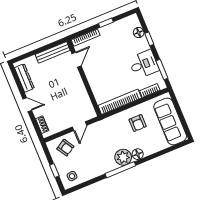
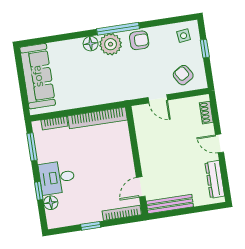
desk: (144, 64) -> (57, 178), moved
armchair: (138, 123) -> (139, 40), moved, turned 90
door: (80, 126) -> (158, 99), swing flipped

